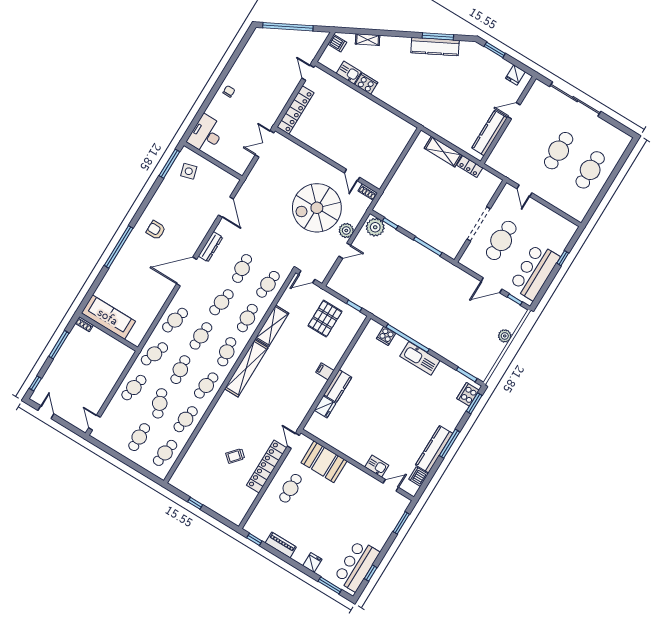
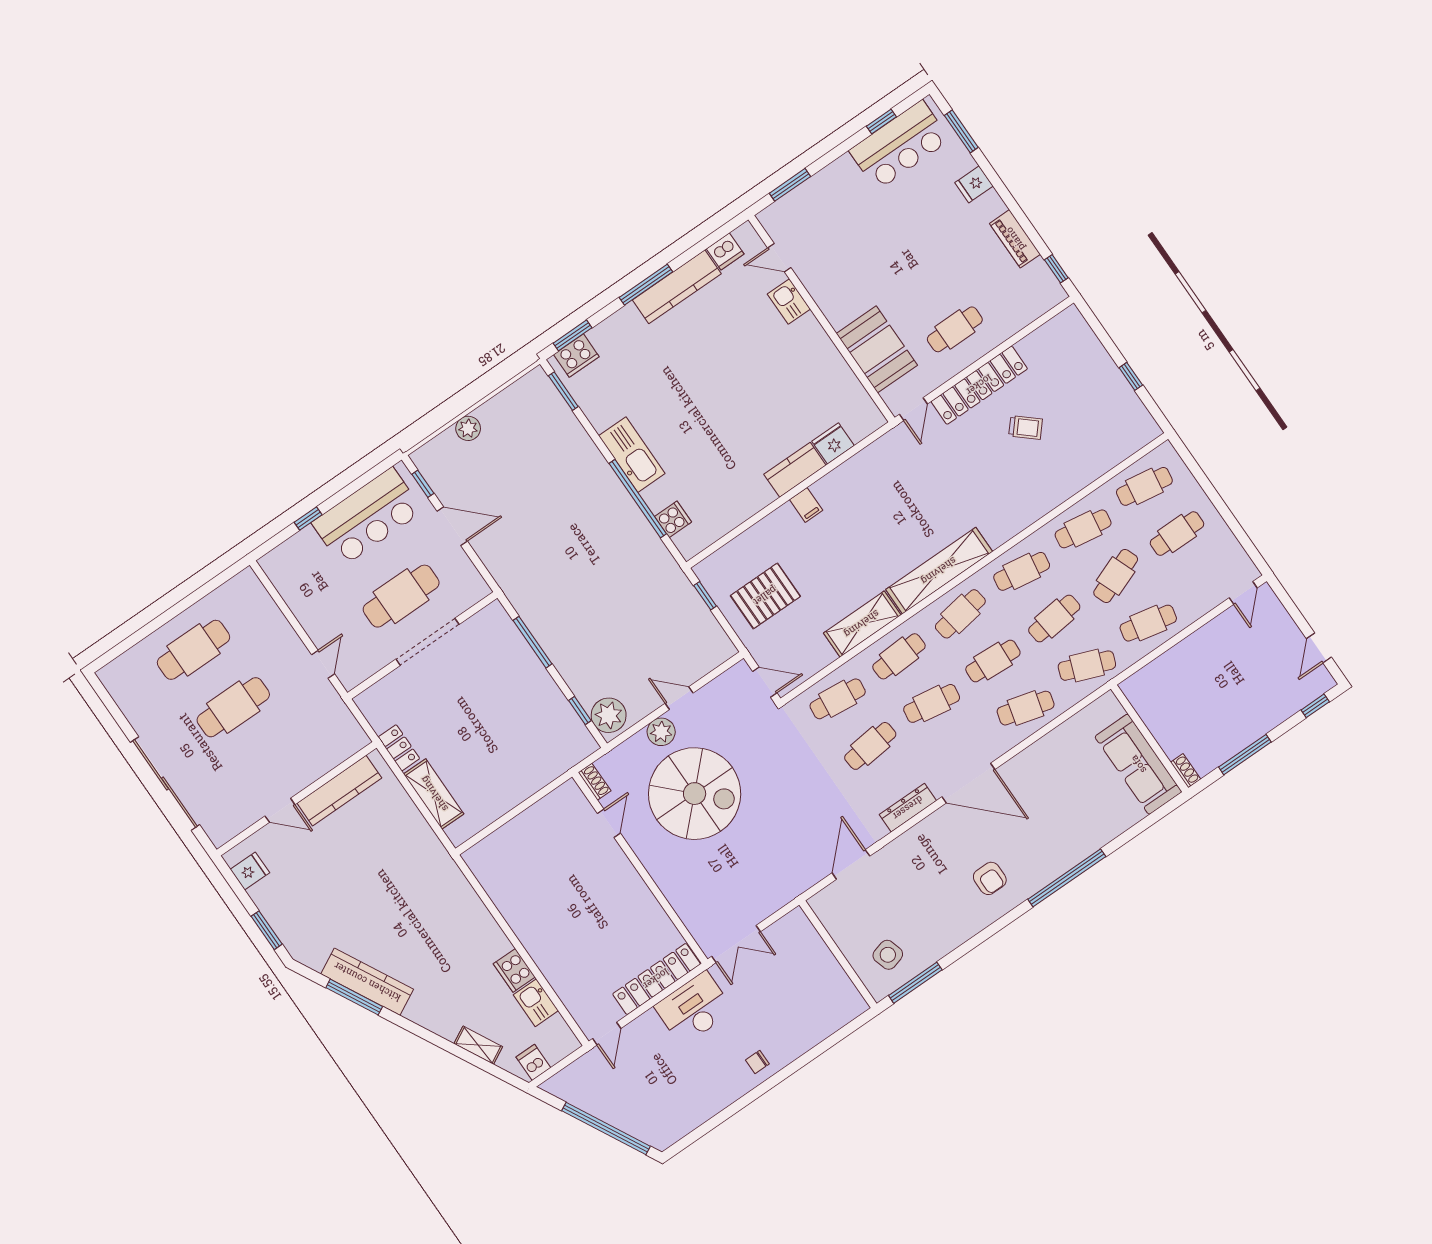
desk: (206, 134) -> (694, 1008), moved, turned 180

